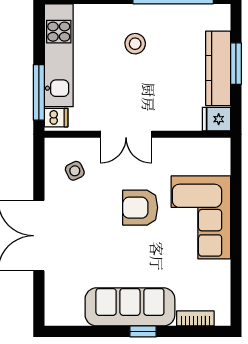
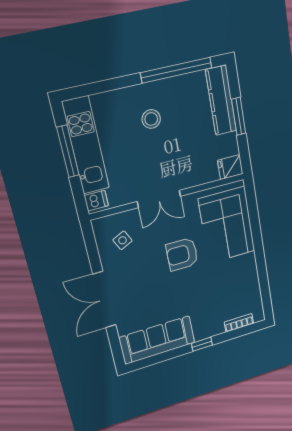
kitchen counter: (218, 68) -> (221, 101), moved
window: (39, 92) -> (68, 151), moved
corner sofa: (201, 217) -> (227, 225), moved
sofa: (130, 307) -> (157, 340), moved

